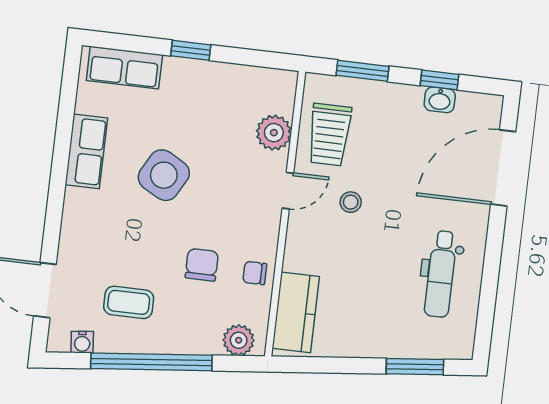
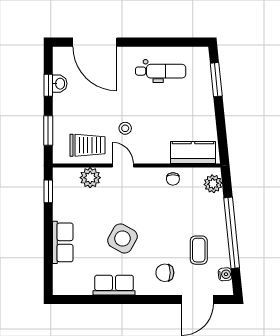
window: (191, 50) -> (48, 191), moved
row of seats: (124, 68) -> (63, 242), moved
chair: (202, 265) -> (165, 273), moved

